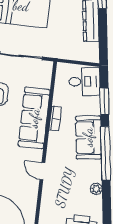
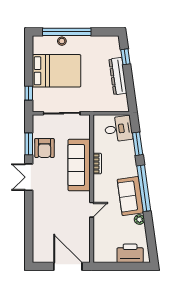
sofa: (88, 137) -> (130, 196), moved
door: (42, 171) -> (92, 210), swing flipped

